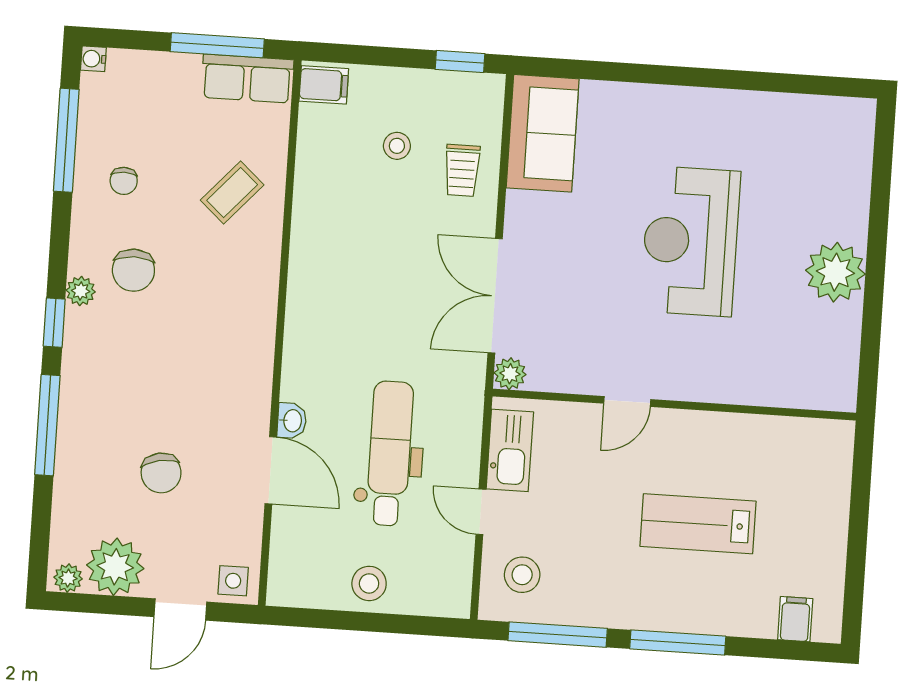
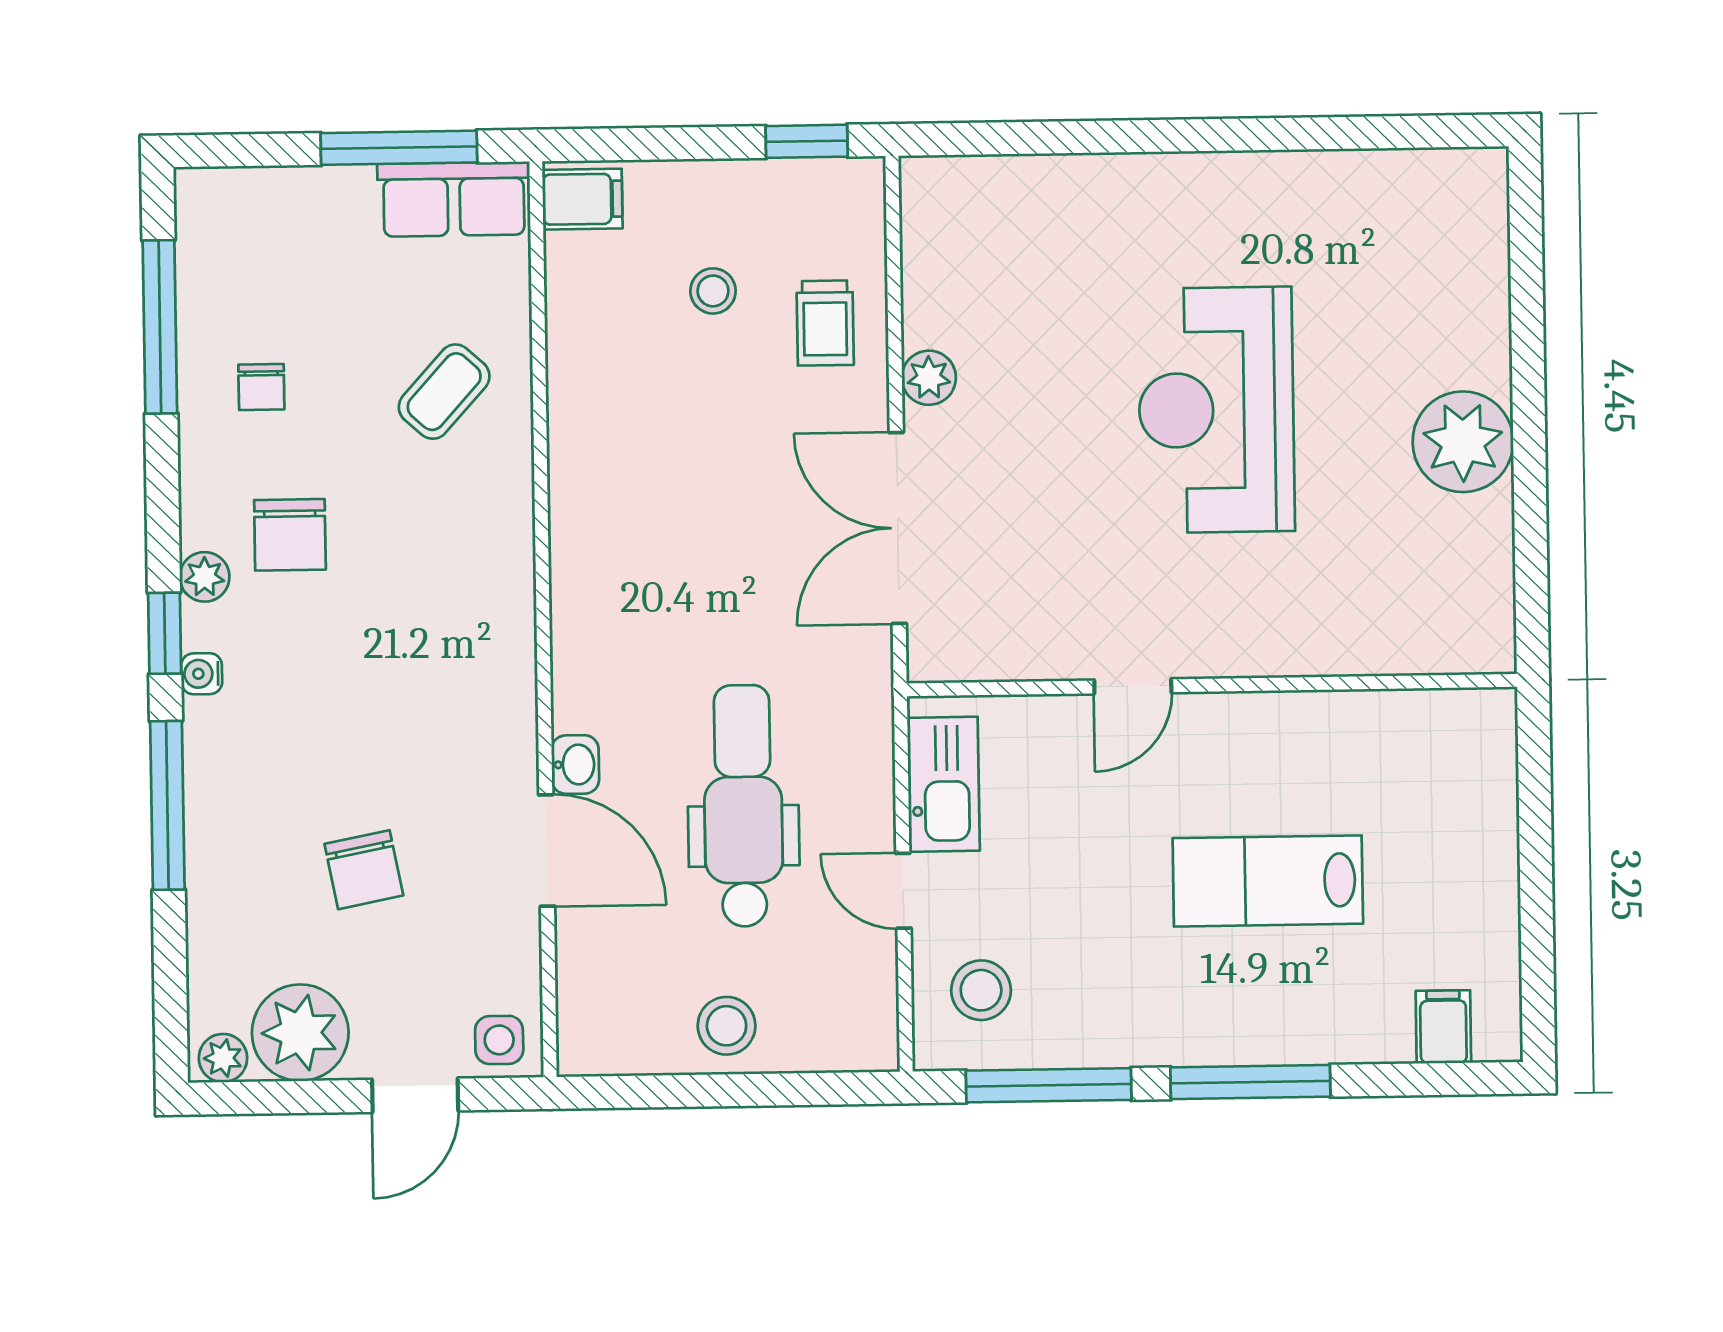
water cooler: (93, 59) -> (202, 674), moved
sofa: (543, 133) -> (955, 250), removed
plant: (510, 374) -> (929, 378), moved

